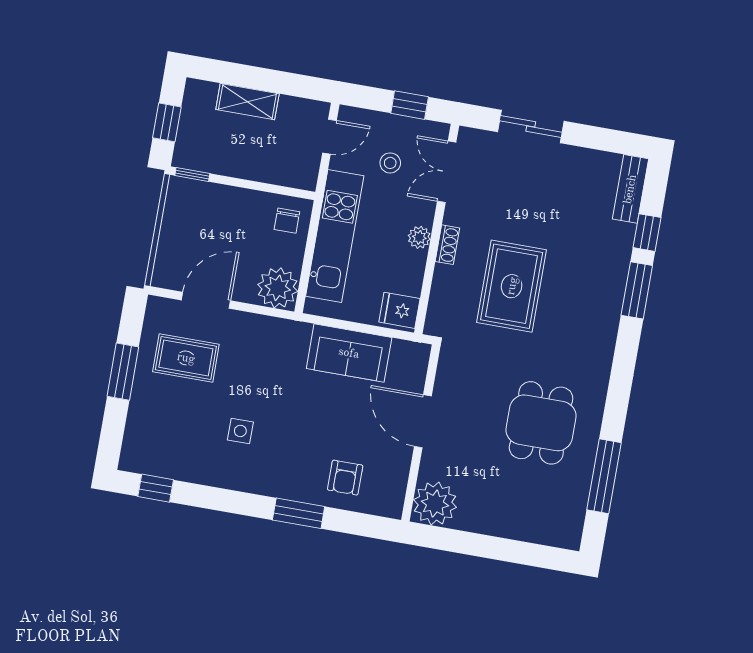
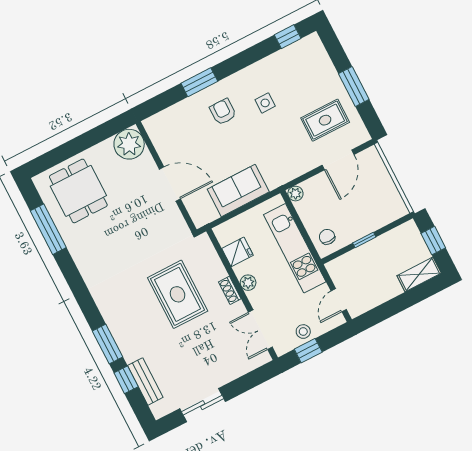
shelving: (247, 102) -> (419, 274), moved
sliding door: (531, 126) -> (203, 405), moved
stool: (390, 163) -> (303, 332), moved
double door: (447, 172) -> (260, 330), swing flipped
window: (192, 174) -> (364, 240), moved
bench: (630, 189) -> (145, 381), moved
plant: (278, 288) -> (295, 194), width x0.53, depth x0.53
fridge: (399, 310) -> (238, 252), moved
dining table: (541, 423) -> (78, 191), moved
armchair: (345, 478) -> (223, 112), moved

